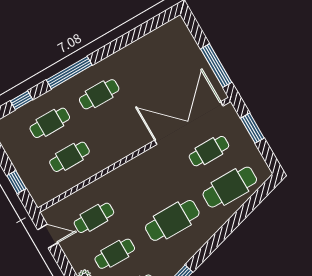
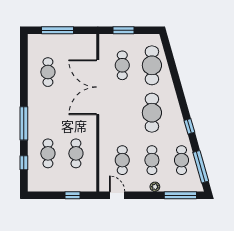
window: (216, 66) -> (58, 30), moved
cafe table: (99, 94) -> (48, 72), moved
double door: (189, 123) -> (98, 87), moved
door: (48, 236) -> (117, 195), hinge flipped

